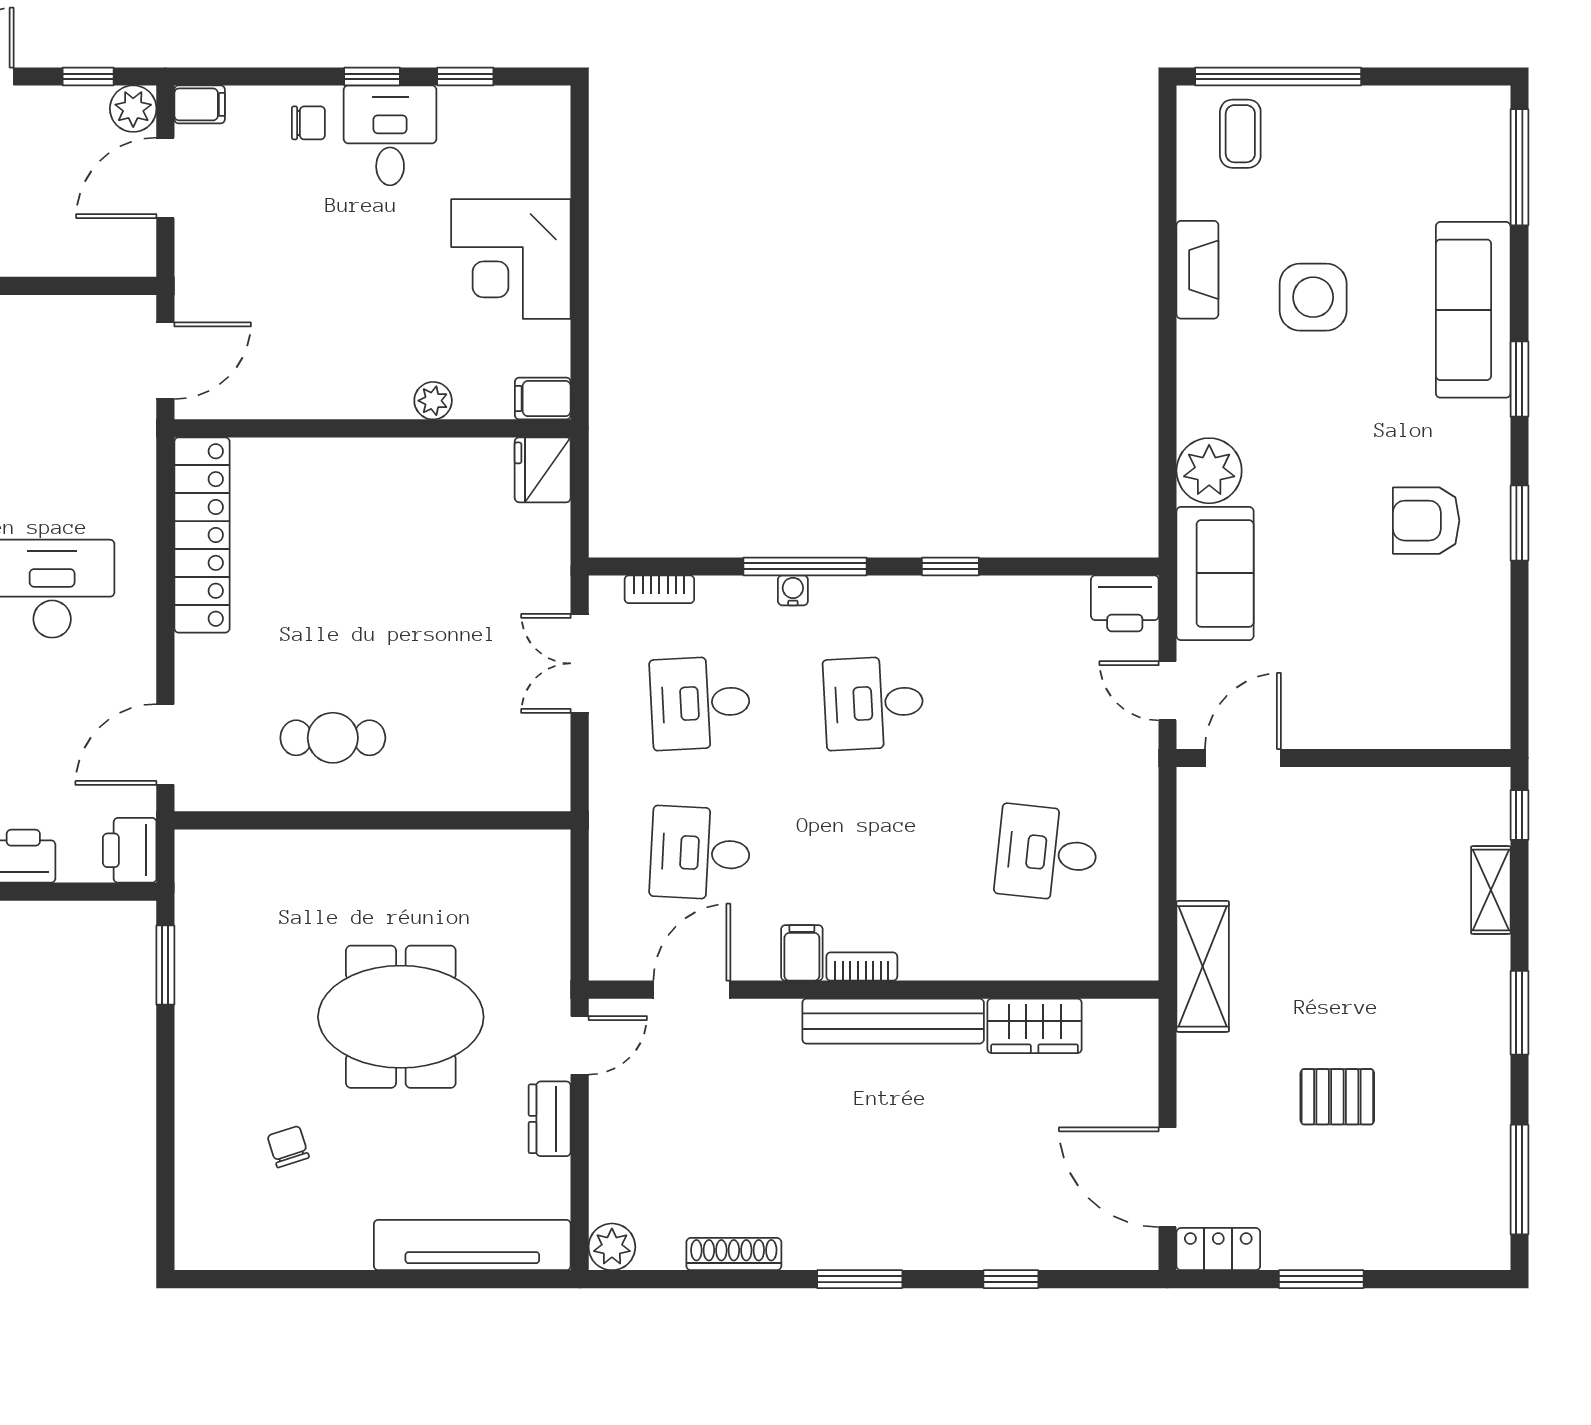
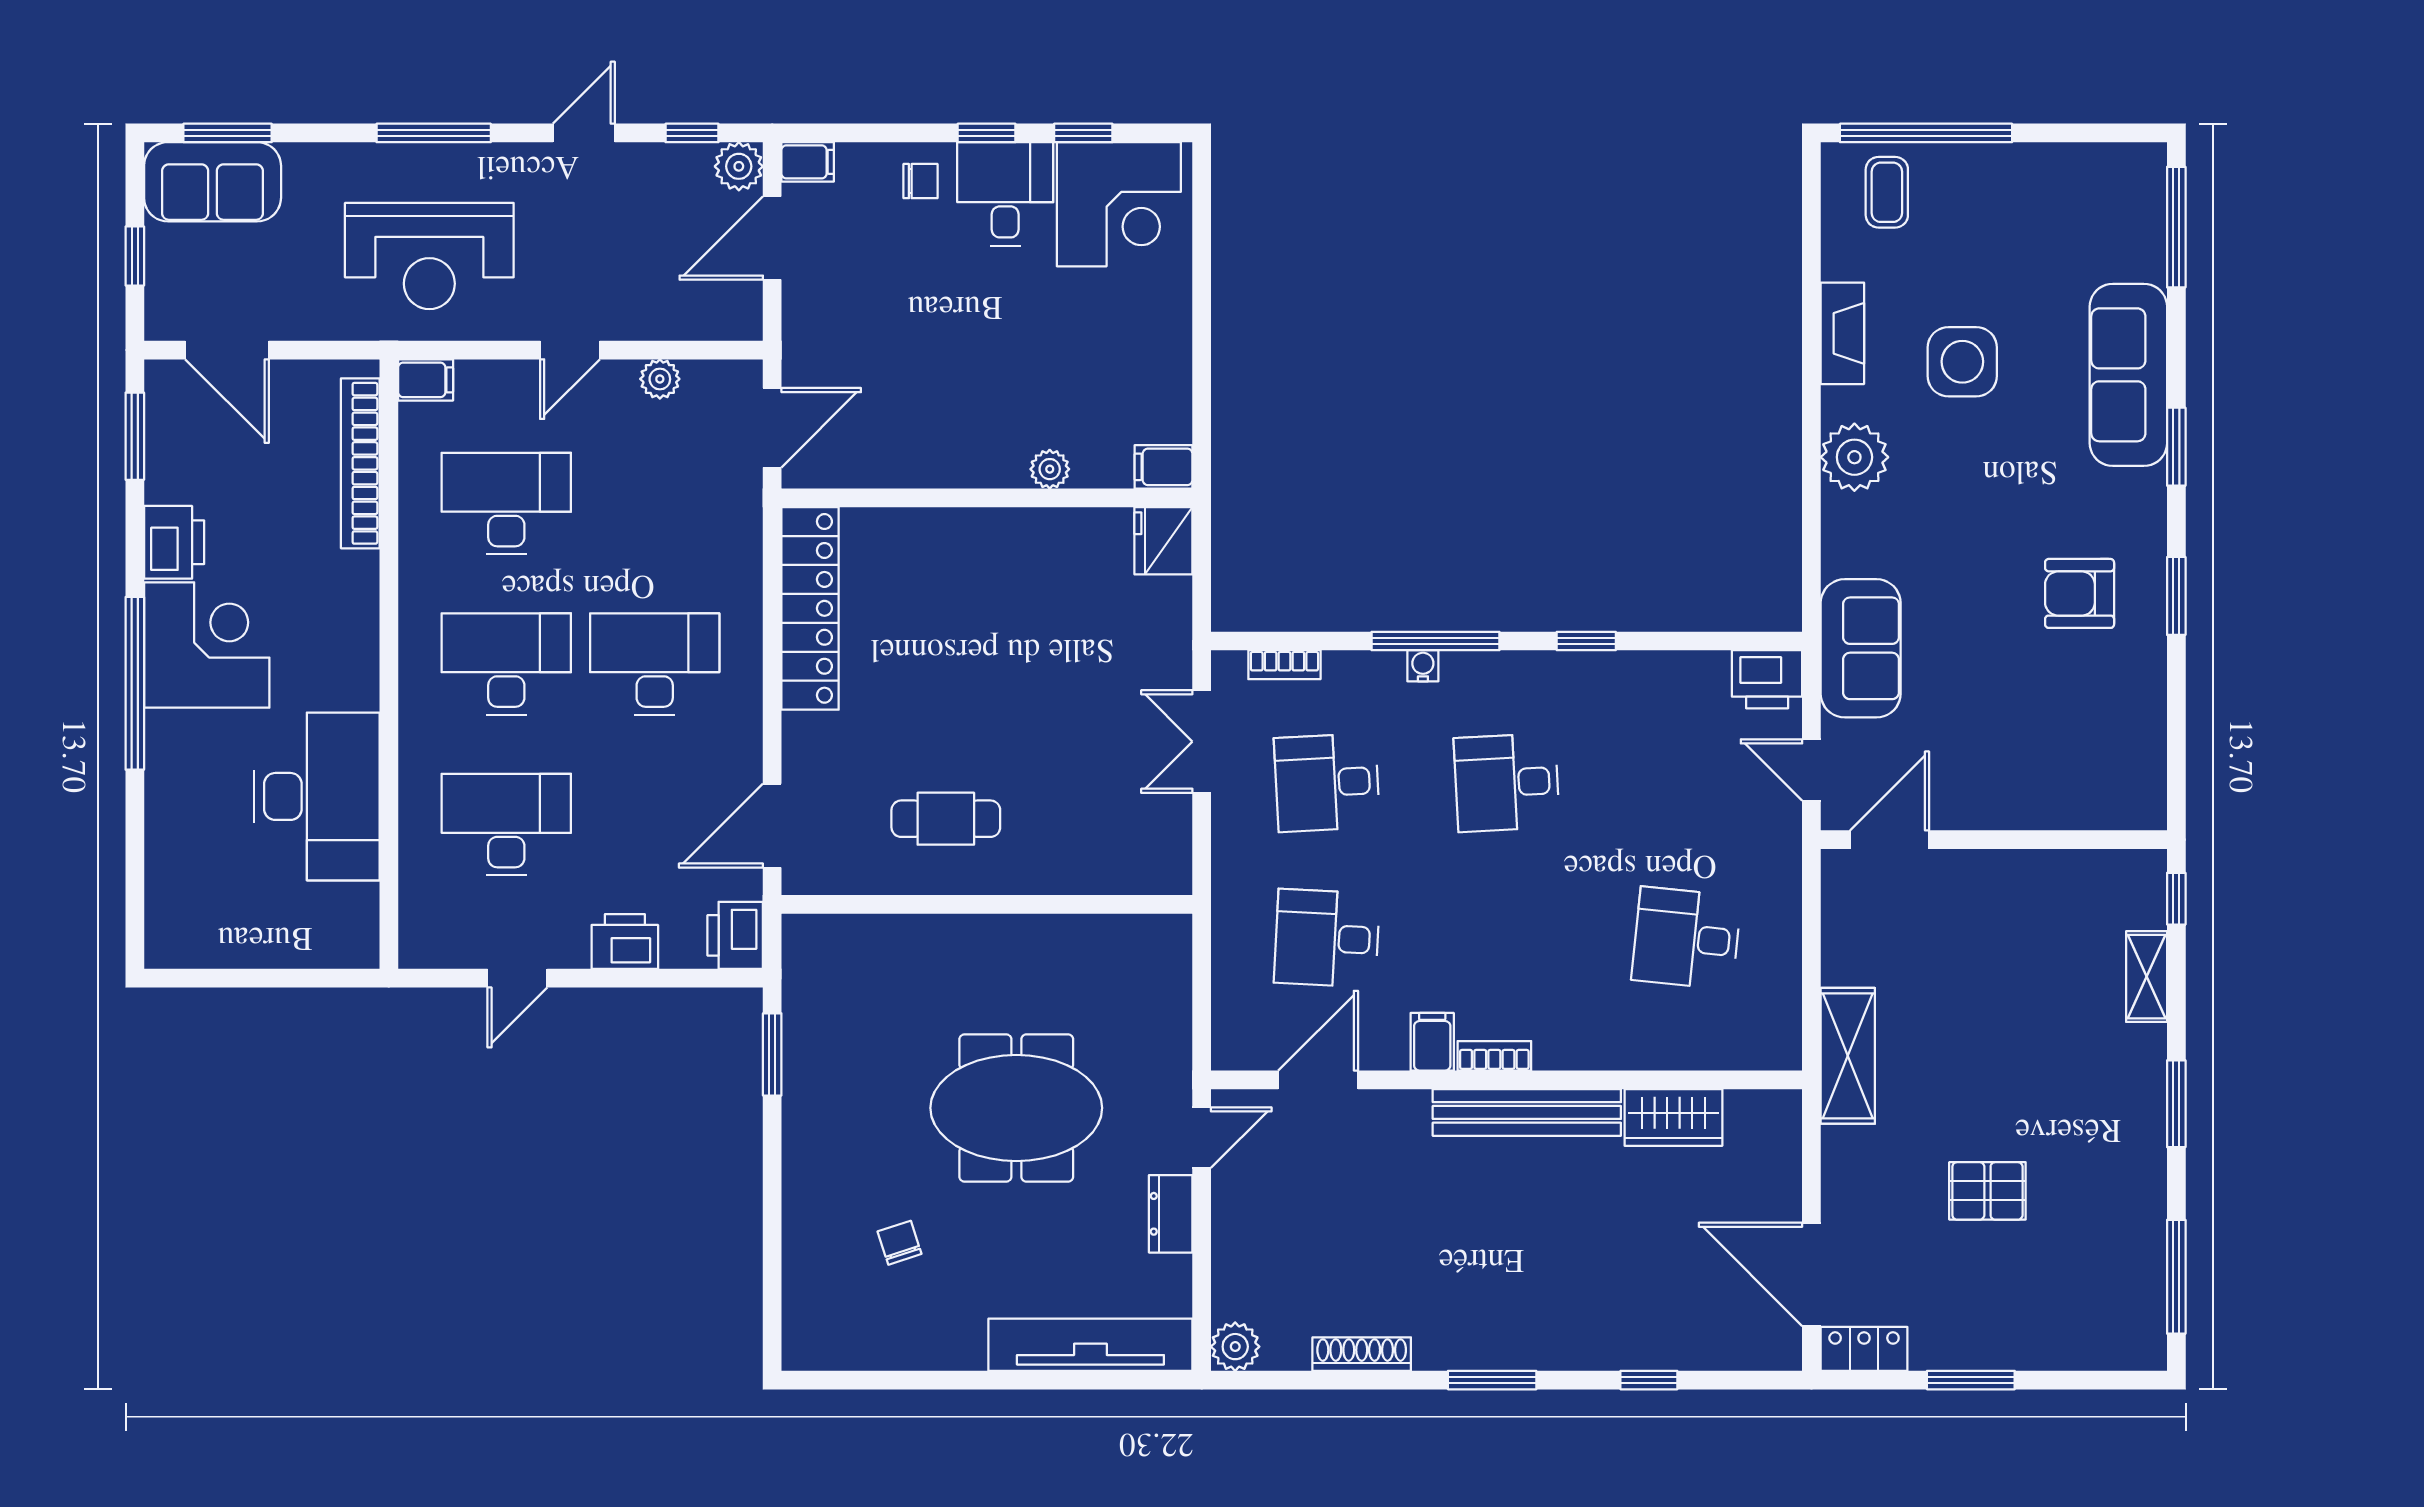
corner desk: (511, 259) -> (1119, 204), moved, turned -90
plant: (57, 314) -> (660, 379), added
plant: (1209, 471) -> (1854, 457), moved

